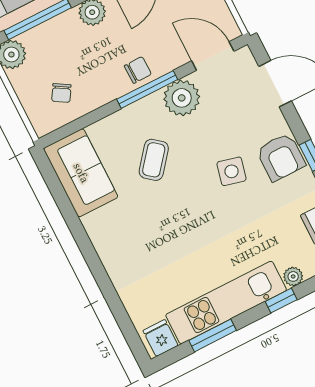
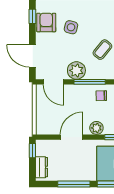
chair: (138, 70) -> (101, 96), moved

